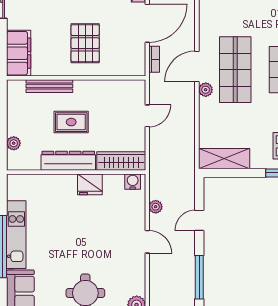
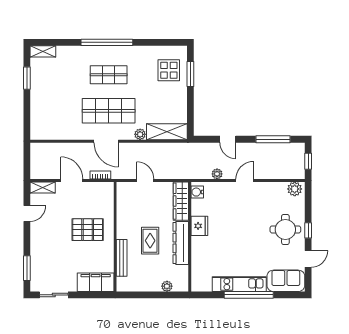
door: (147, 23) -> (72, 180), width x0.73
plant: (206, 90) -> (140, 134), moved
shelving: (224, 159) -> (167, 132), moved, turned 90

